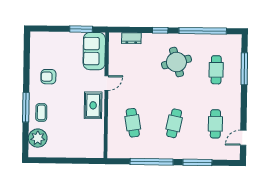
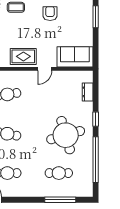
window: (81, 29) -> (96, 17), moved
round table: (176, 62) -> (66, 135), width x1.36, depth x1.36
door: (106, 83) -> (45, 69), hinge flipped

